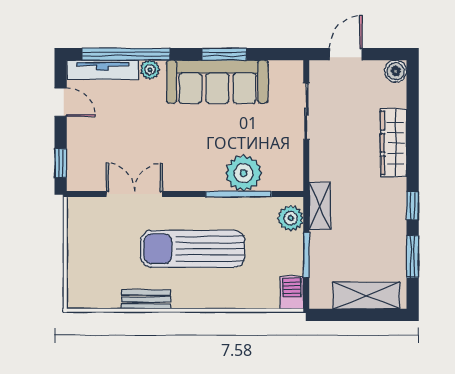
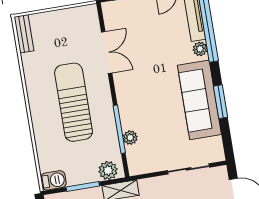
plant: (244, 173) -> (130, 138), width x0.53, depth x0.53
bench: (146, 299) -> (24, 34), moved

